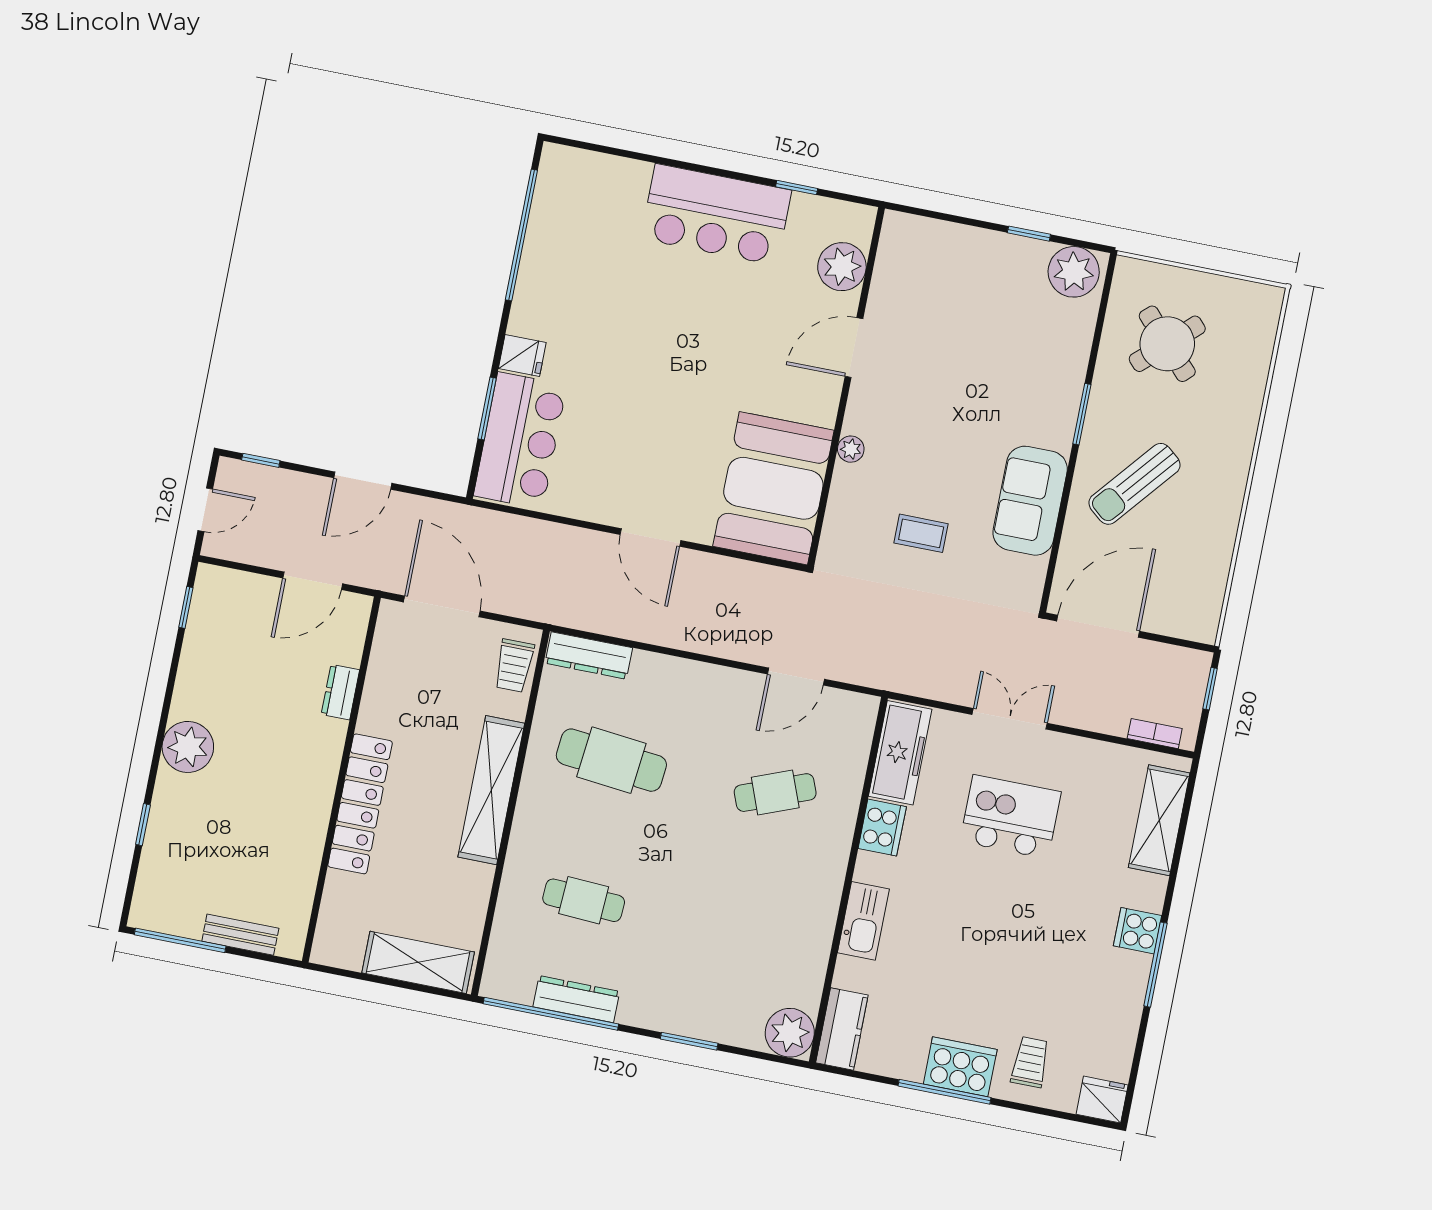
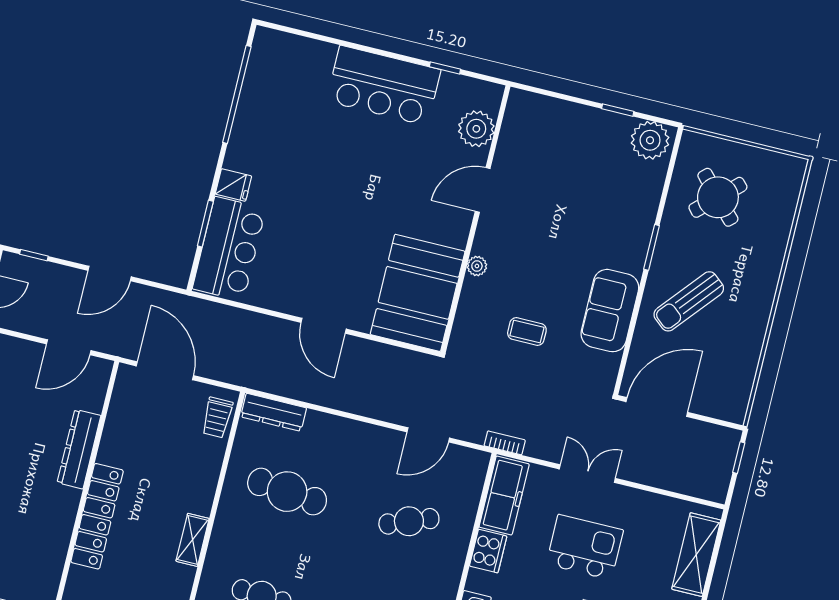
dresser: (340, 692) -> (79, 449), width x1.96, depth x1.24
bookcase: (1155, 734) -> (505, 443), moved
shelving: (491, 790) -> (193, 540), width x0.45, depth x0.75

